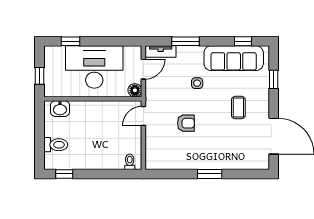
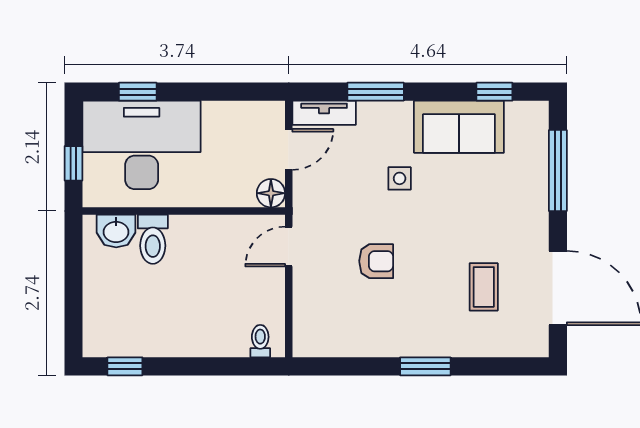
sofa: (234, 58) -> (459, 127), width x0.73
desk: (94, 67) -> (142, 145), moved
window: (274, 79) -> (558, 171), width x2.17
coffee table: (238, 107) -> (484, 287), moved
toilet: (56, 145) -> (153, 239), moved, turned 90

